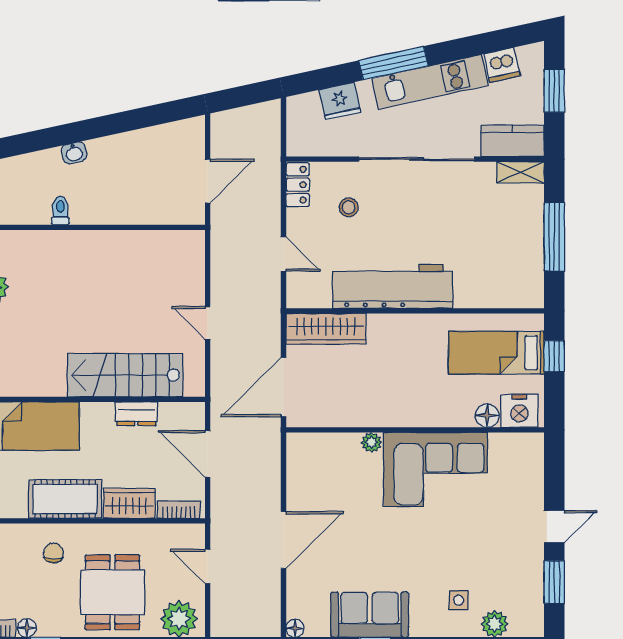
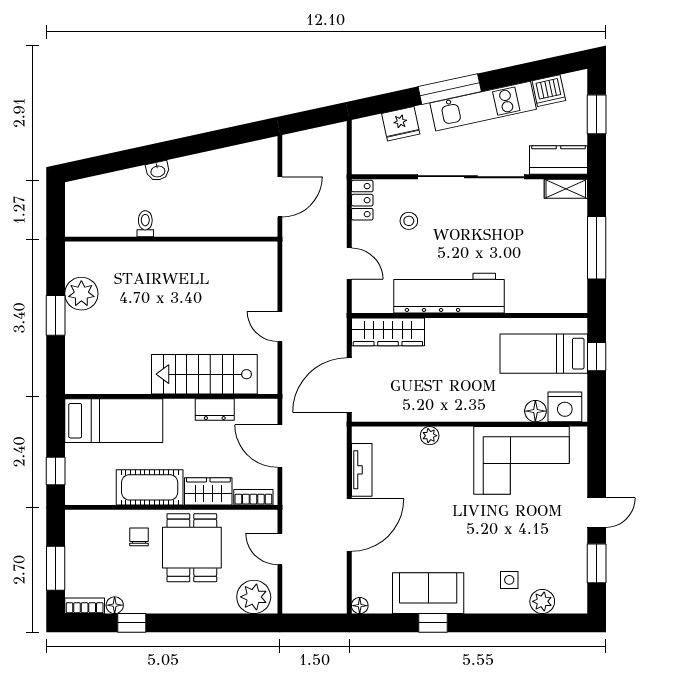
corner sofa: (436, 469) -> (522, 460), moved
tv unit: (297, 480) -> (362, 470), added
dining table: (112, 592) -> (192, 548), moved

